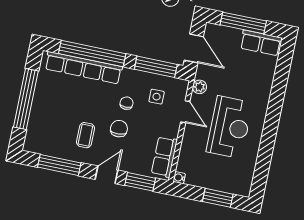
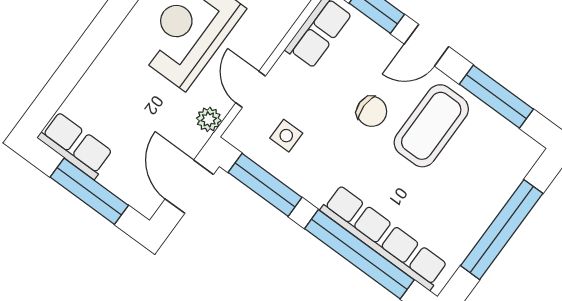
chair: (127, 103) -> (340, 147), removed
chair: (119, 129) -> (372, 111), turned -87
coffee table: (85, 135) -> (431, 126), width x1.86, depth x1.72

